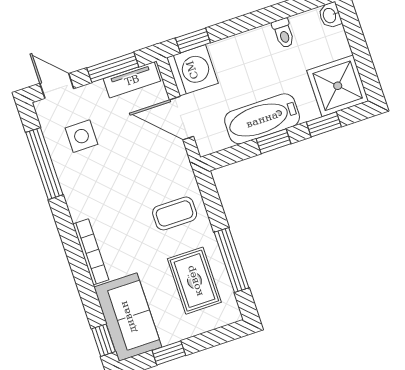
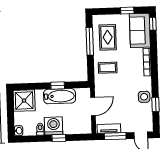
window: (193, 40) -> (59, 138), moved
washing machine: (192, 70) -> (54, 126), moved, turned 90
door: (181, 118) -> (93, 106), hinge flipped
window: (324, 124) -> (35, 86), removed
side table: (82, 136) -> (144, 97), moved
window: (44, 164) -> (156, 105), width x0.46

